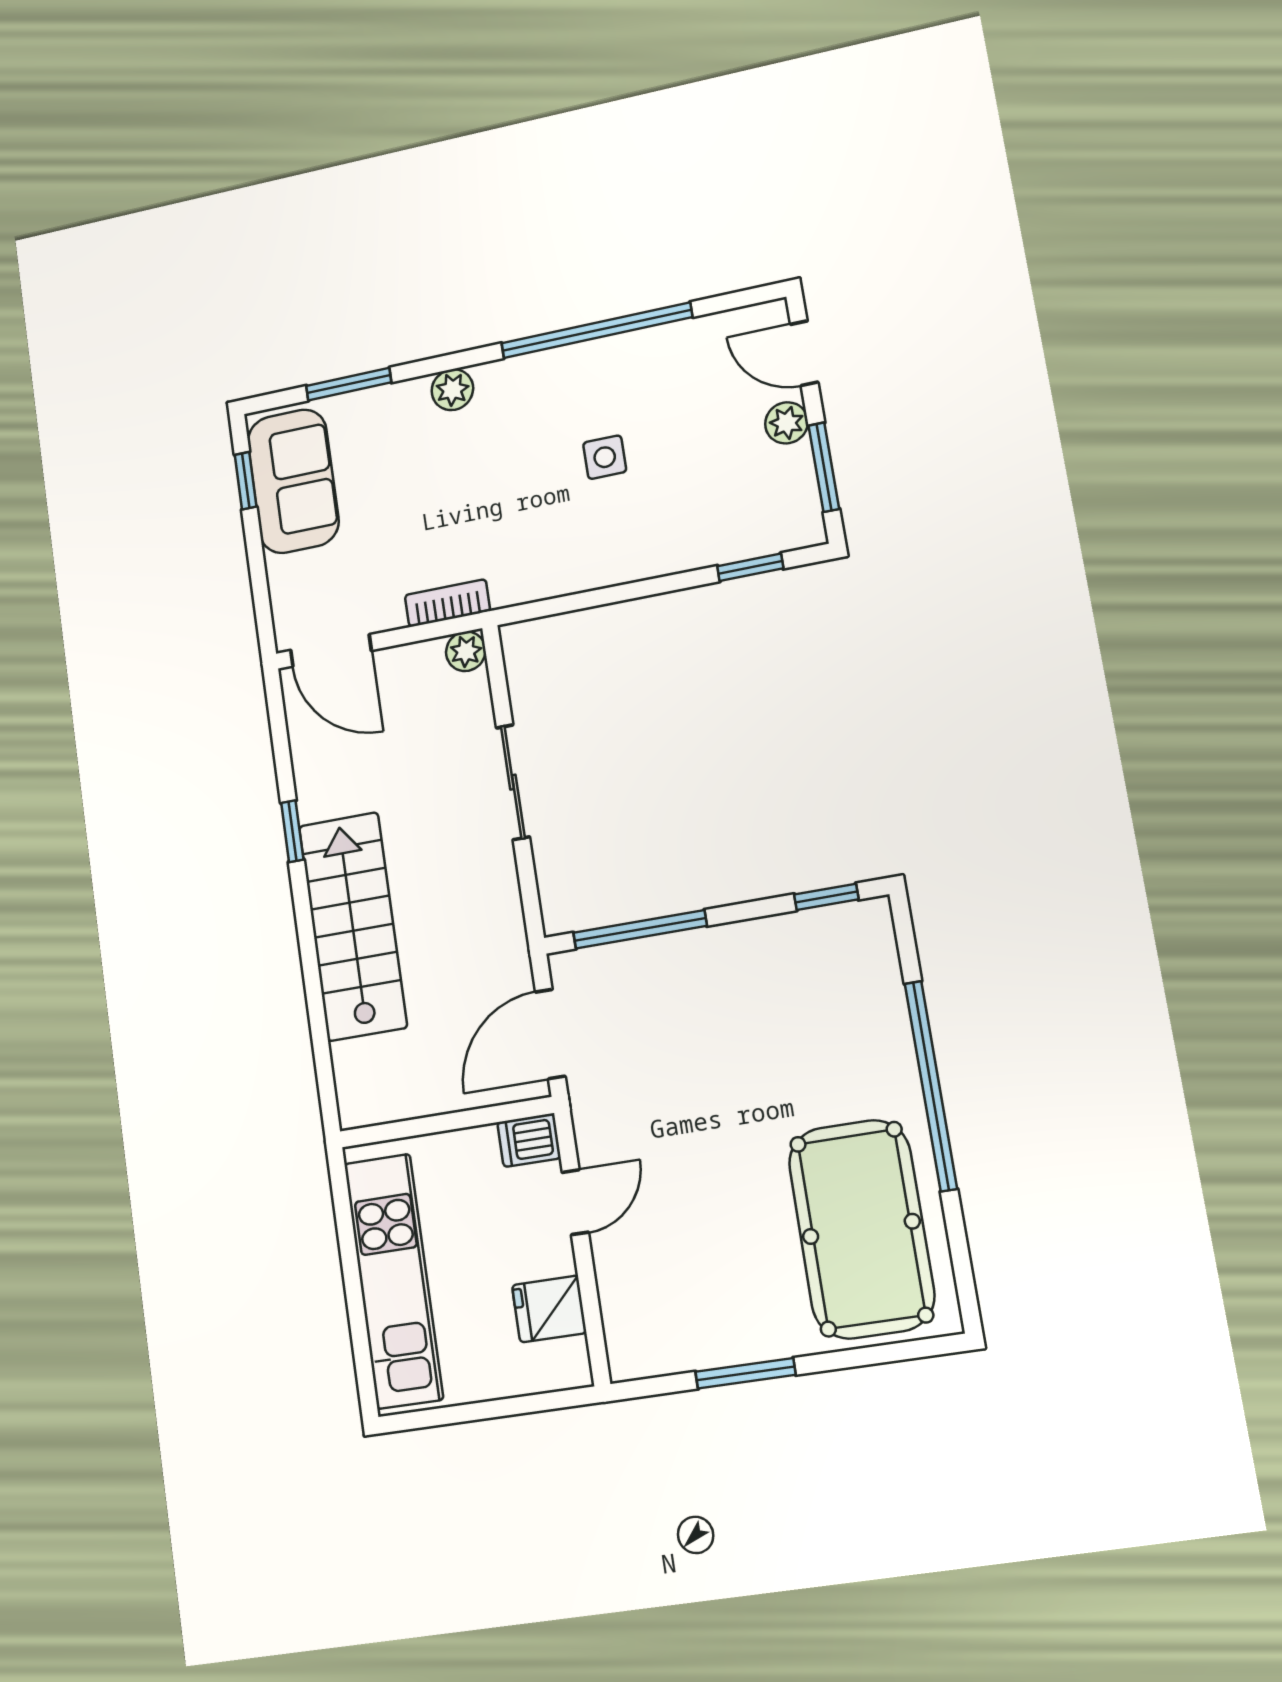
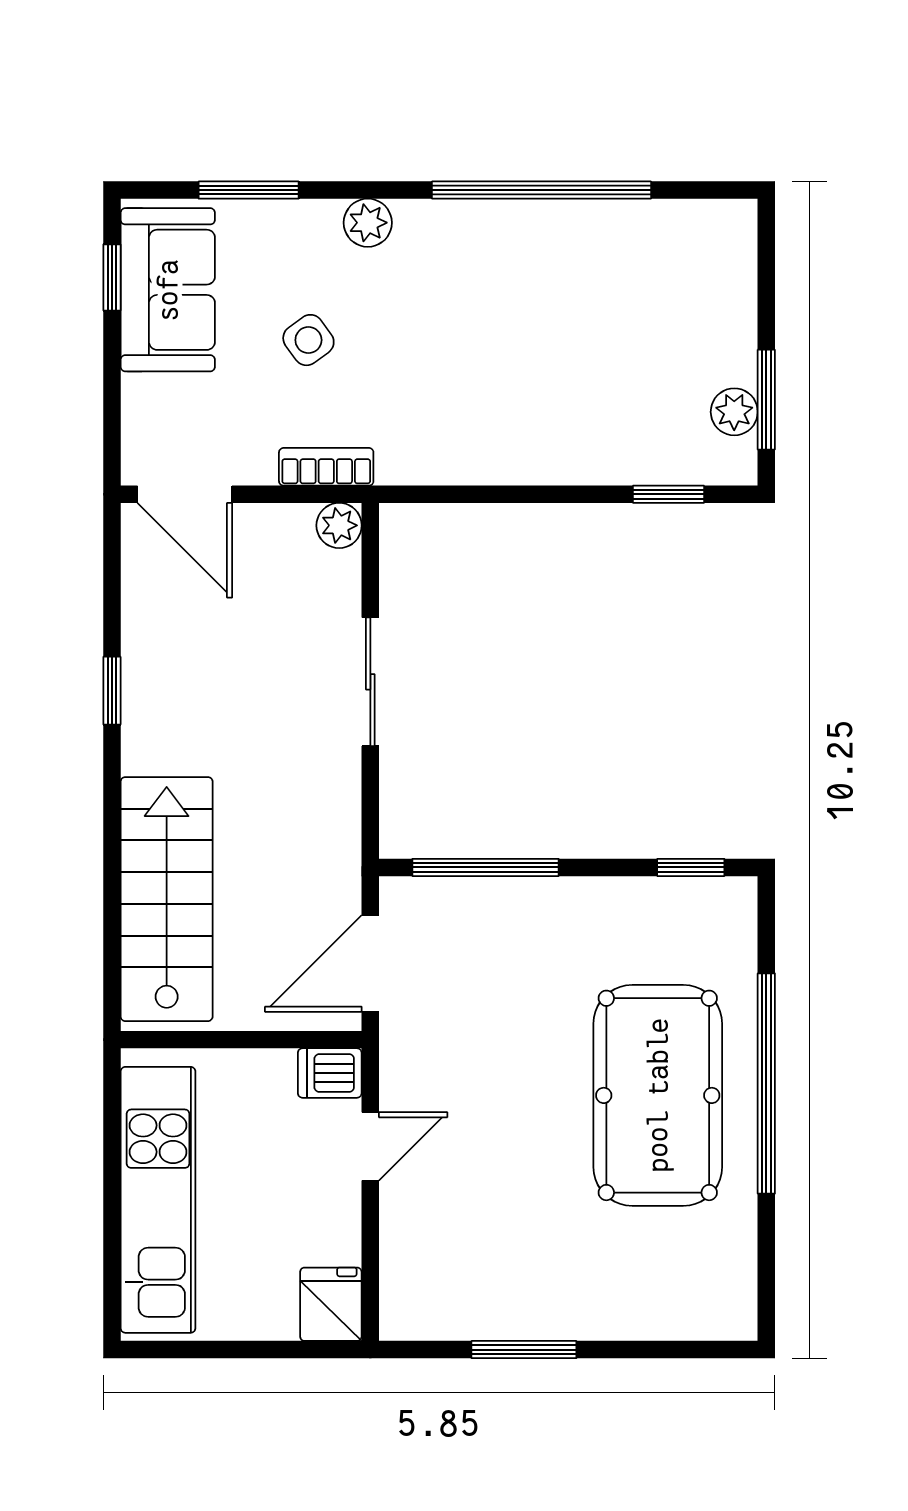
door: (804, 353) -> (766, 267), removed
plant: (787, 423) -> (734, 412), moved
side table: (605, 457) -> (308, 340), moved, turned -36
stairs: (353, 926) -> (167, 899), moved
pool table: (861, 1229) -> (658, 1095), moved
fridge: (549, 1309) -> (331, 1304), moved, turned 90

